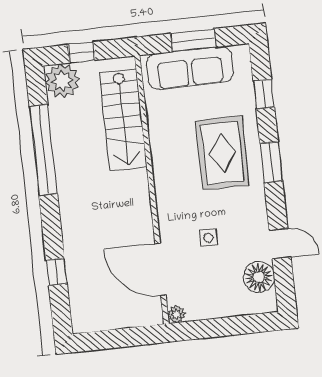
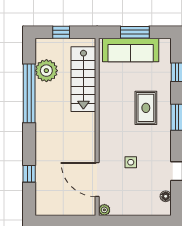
plant: (62, 81) -> (46, 71), moved
rug: (222, 153) -> (146, 108), width x0.73, depth x0.70
floor lamp: (259, 277) -> (166, 196), width x0.53, depth x0.53

